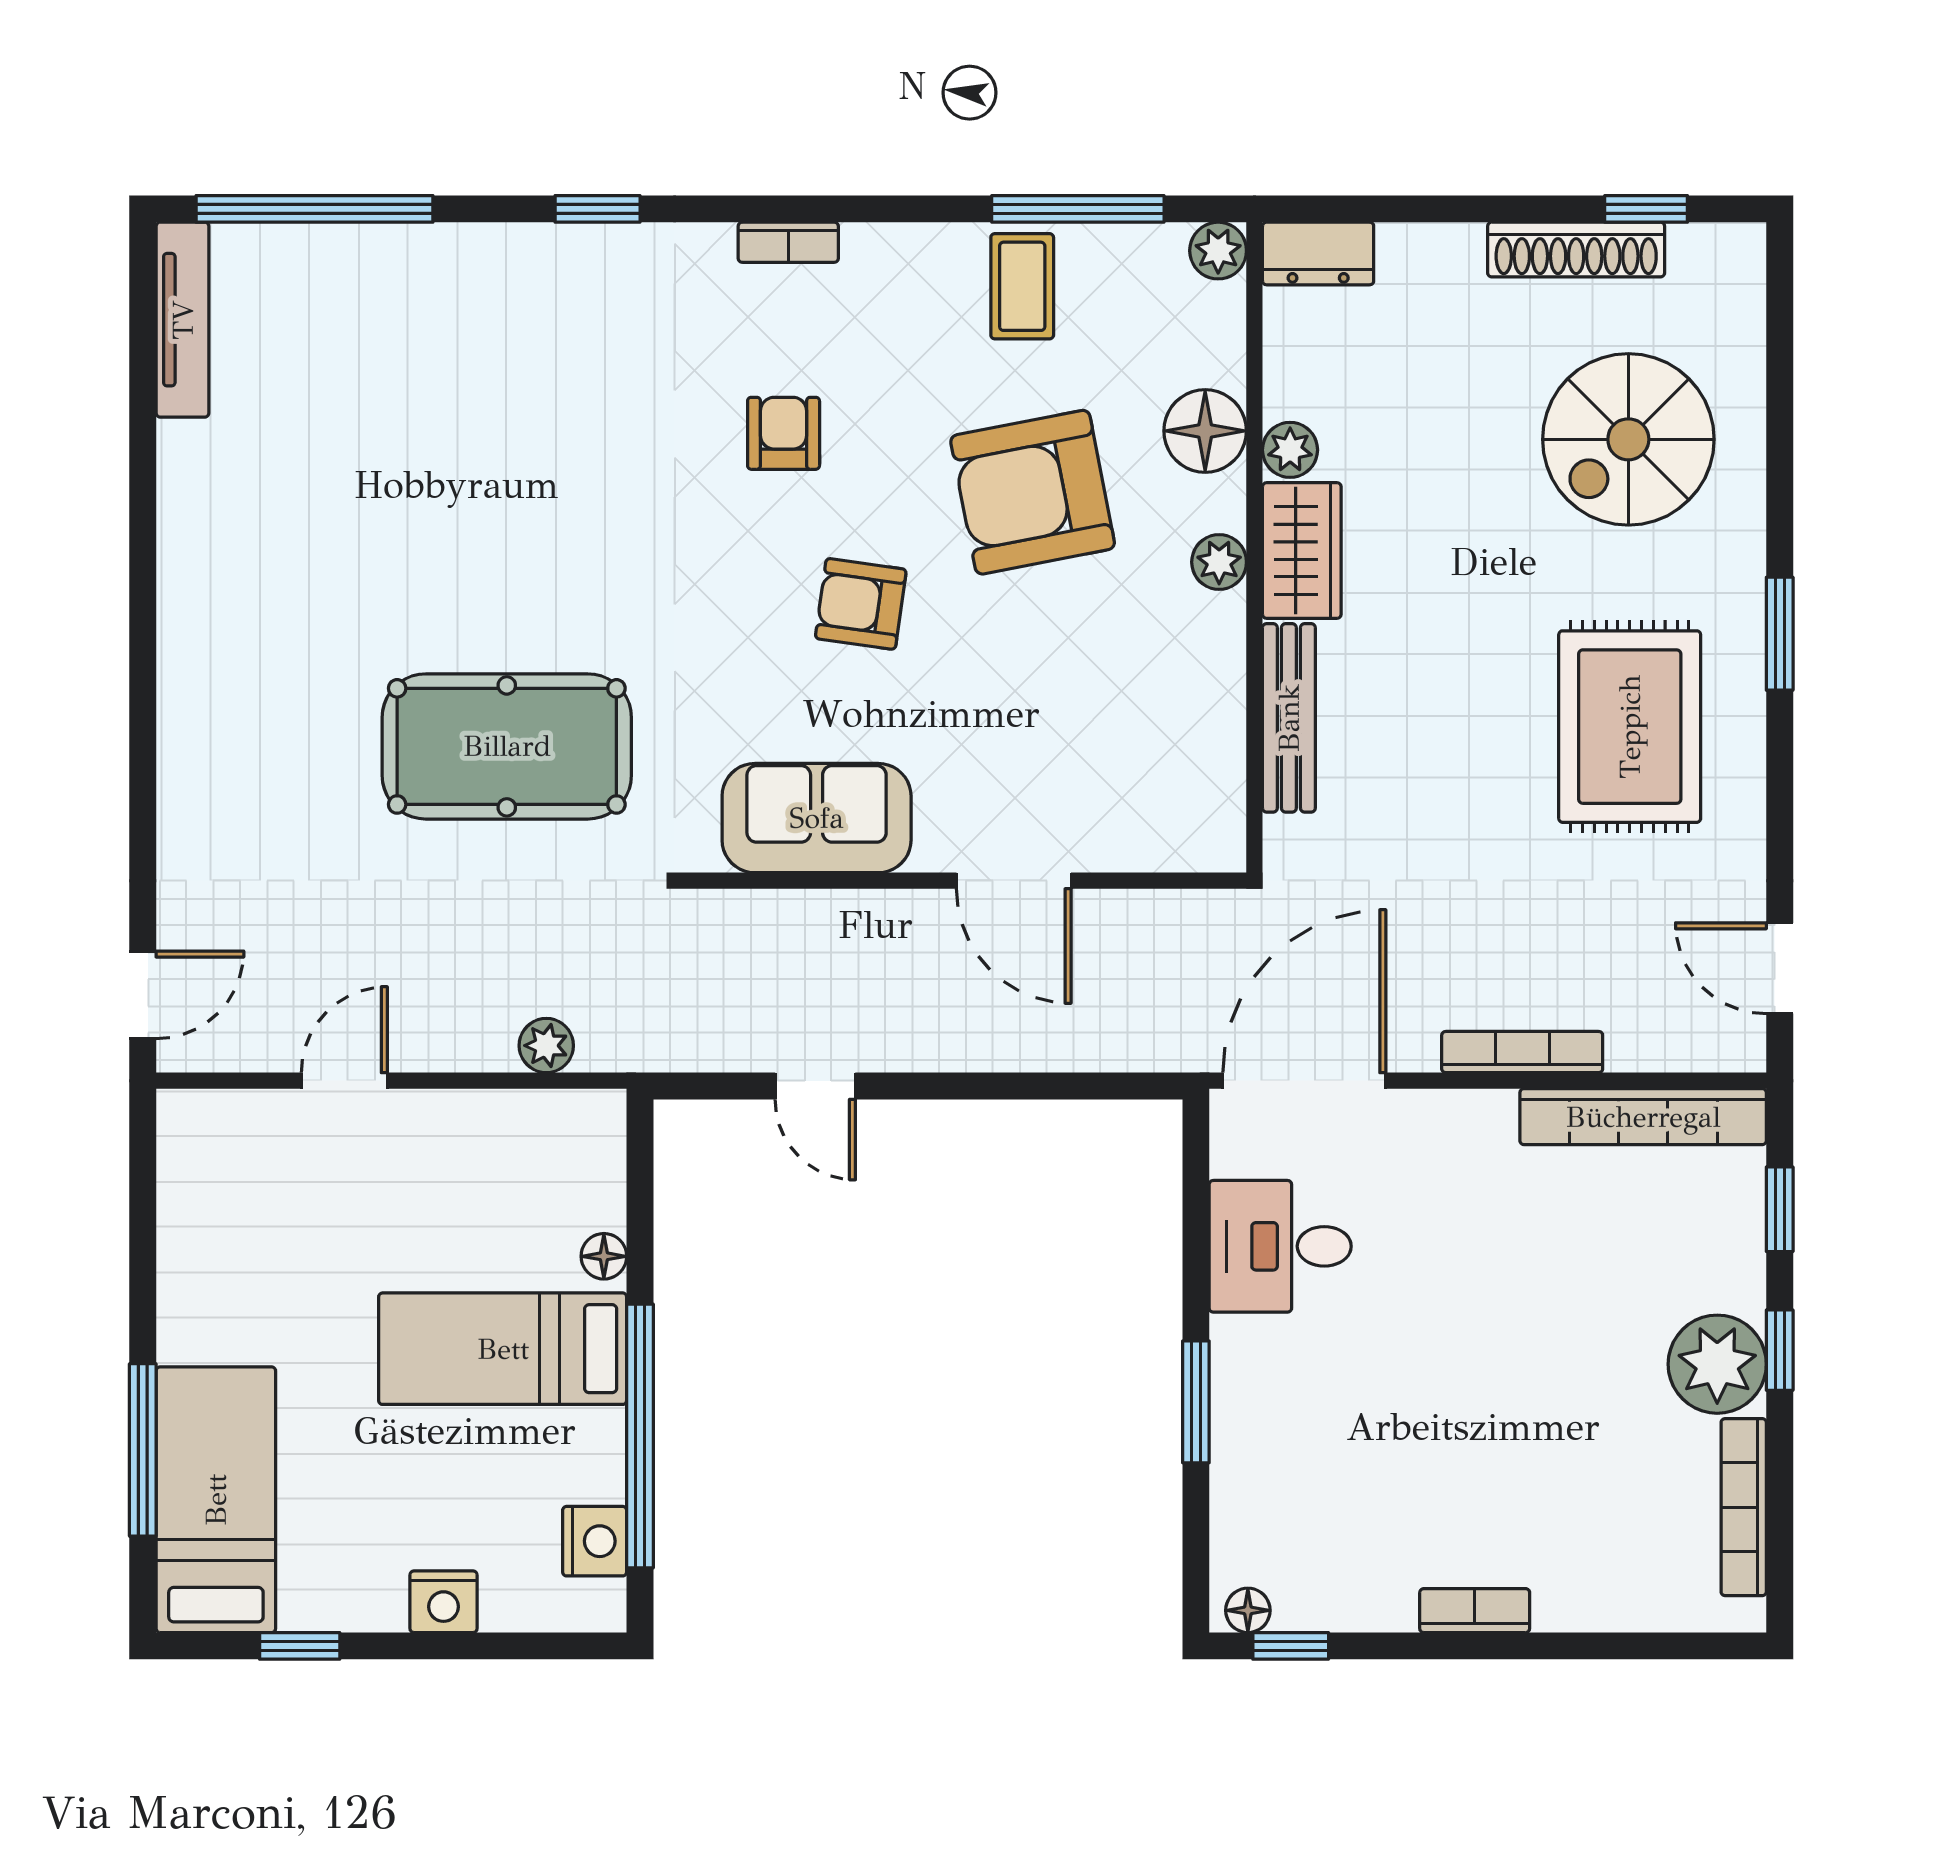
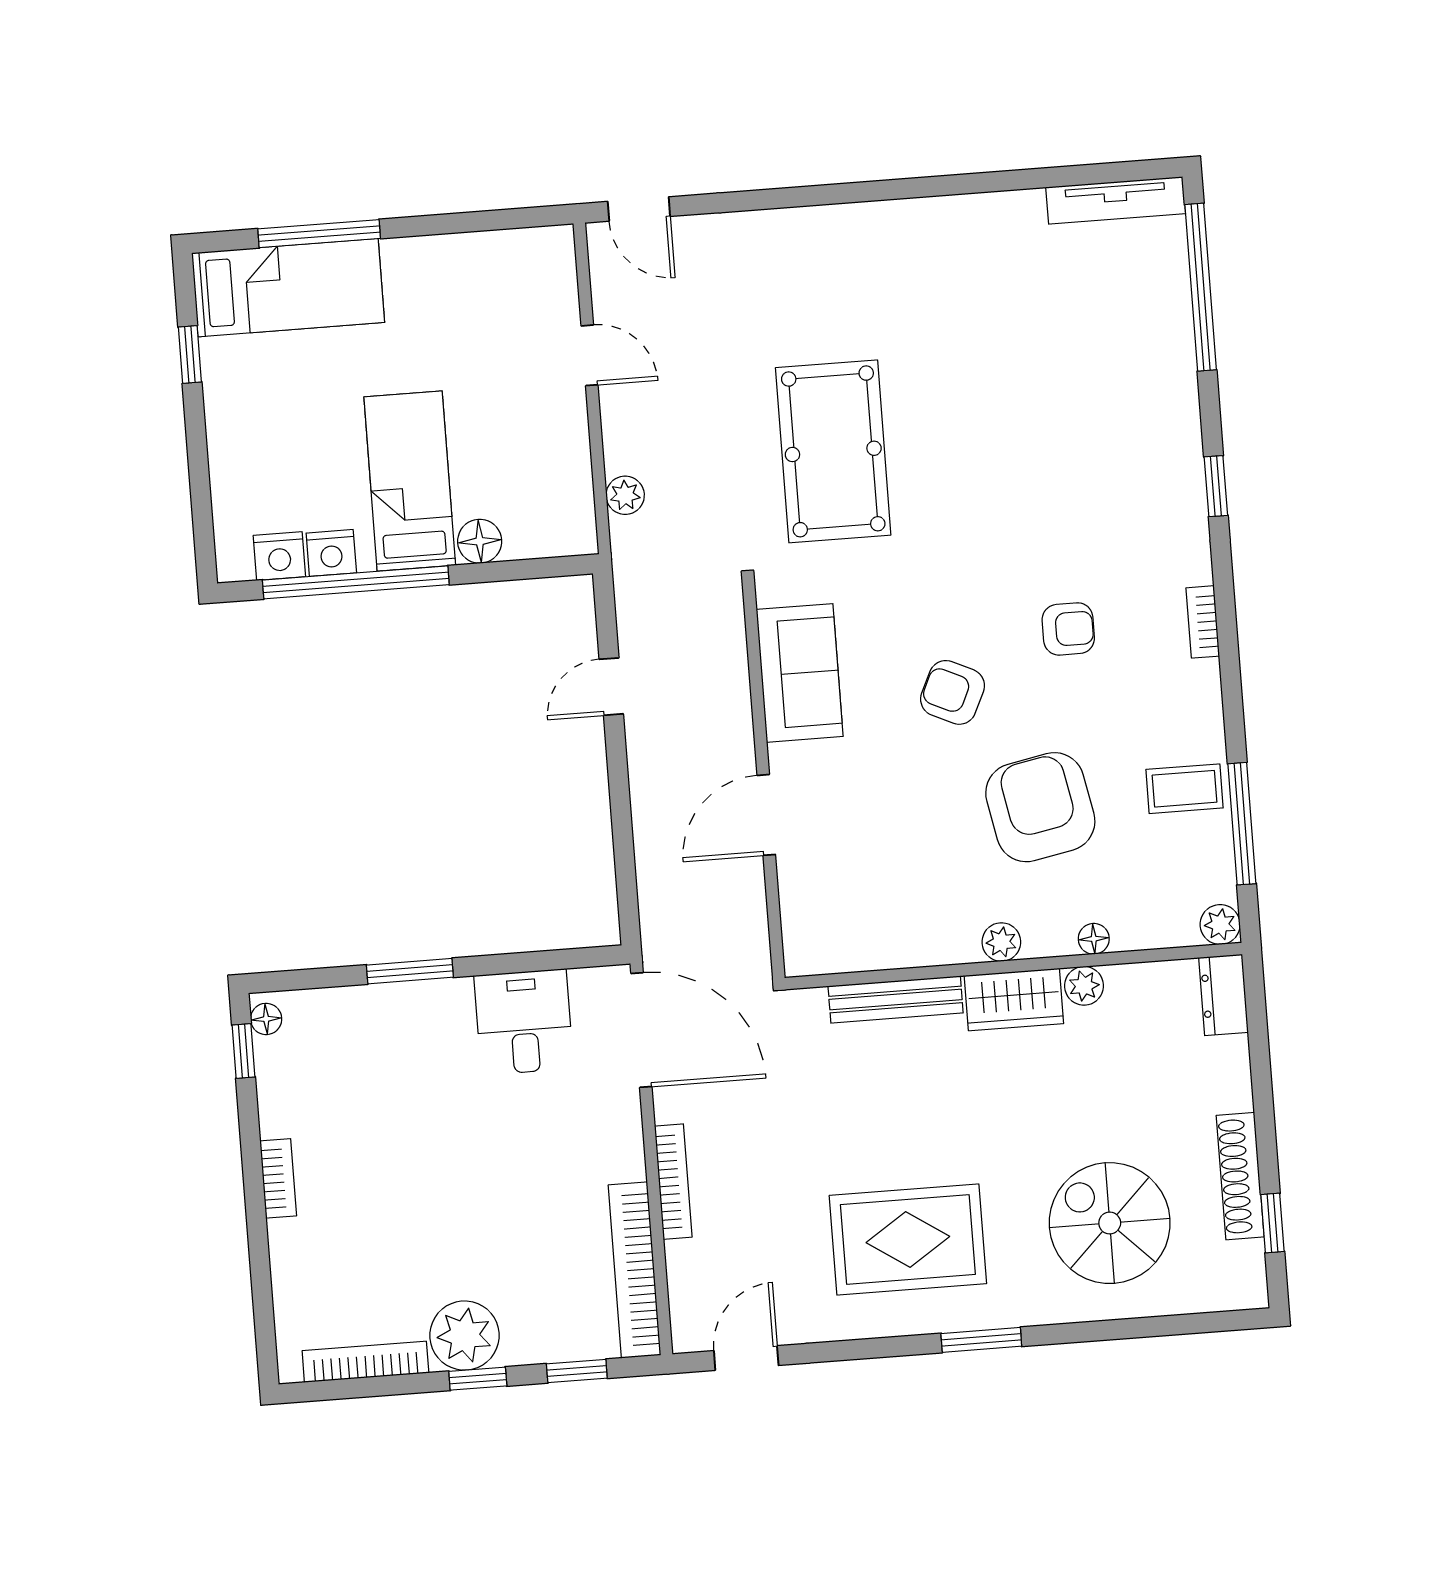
floor lamp: (1205, 431) -> (1094, 939), width x0.53, depth x0.53
armchair: (861, 604) -> (953, 692), turned -73
floor lamp: (604, 1256) -> (480, 541), width x1.37, depth x1.37
nightstand: (444, 1602) -> (331, 553), moved, turned -90

